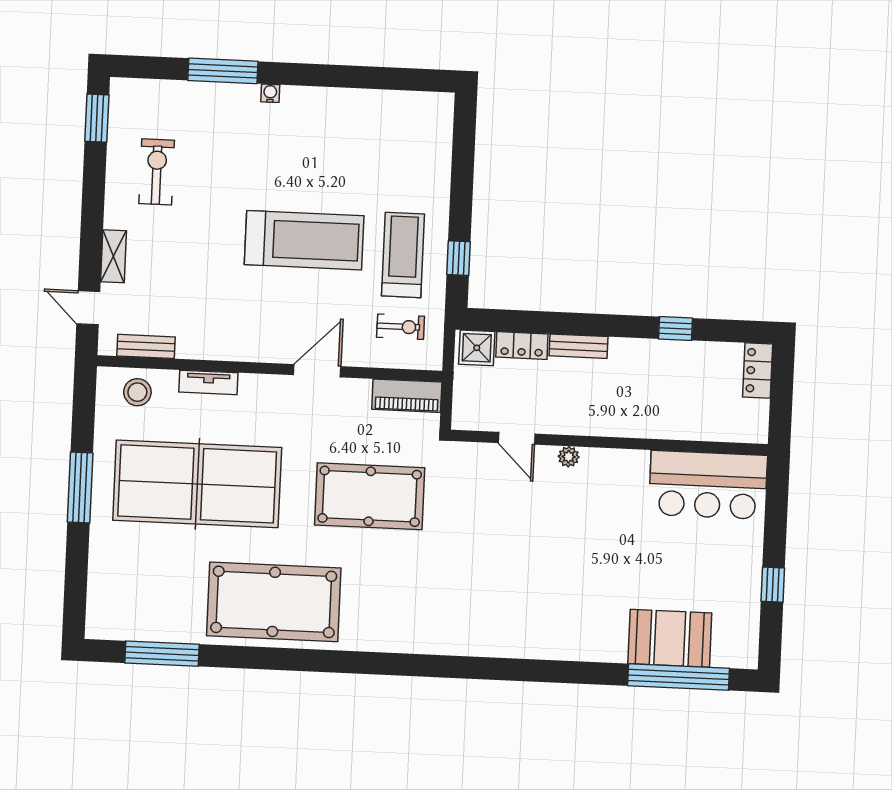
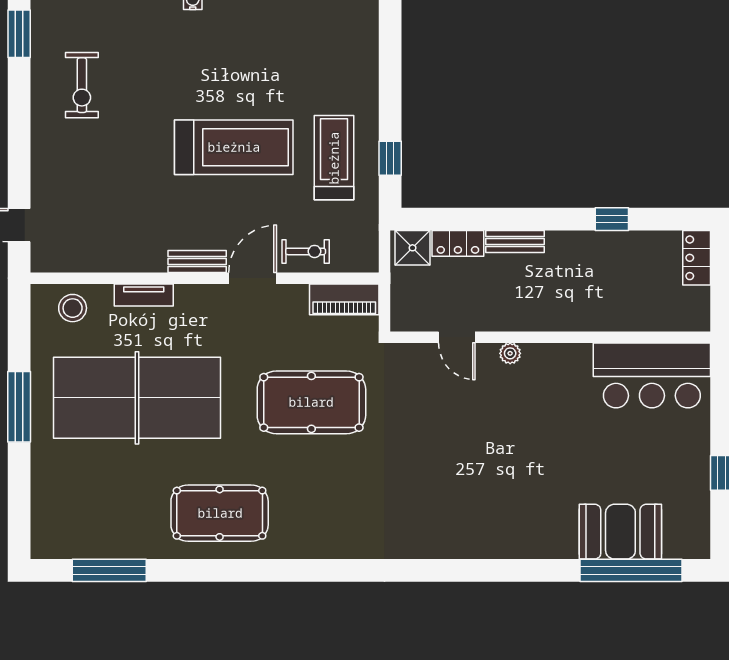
exercise bike: (157, 172) -> (82, 85), turned 180
shelving: (114, 256) -> (42, 172), removed
exercise bike: (401, 327) -> (306, 251), moved
bench: (146, 346) -> (197, 262), moved
pool table: (274, 602) -> (220, 513), width x0.73, depth x0.76

